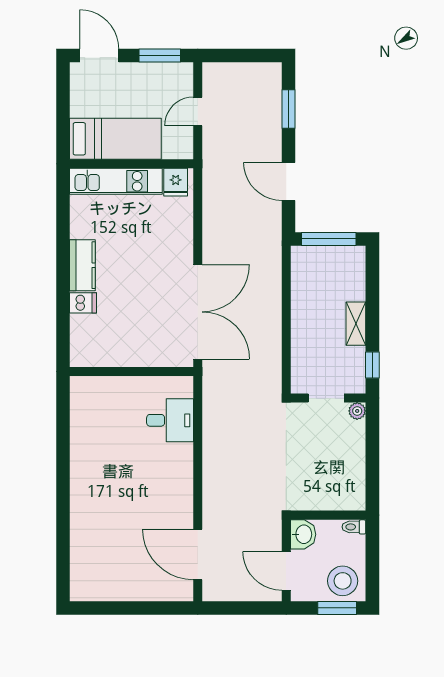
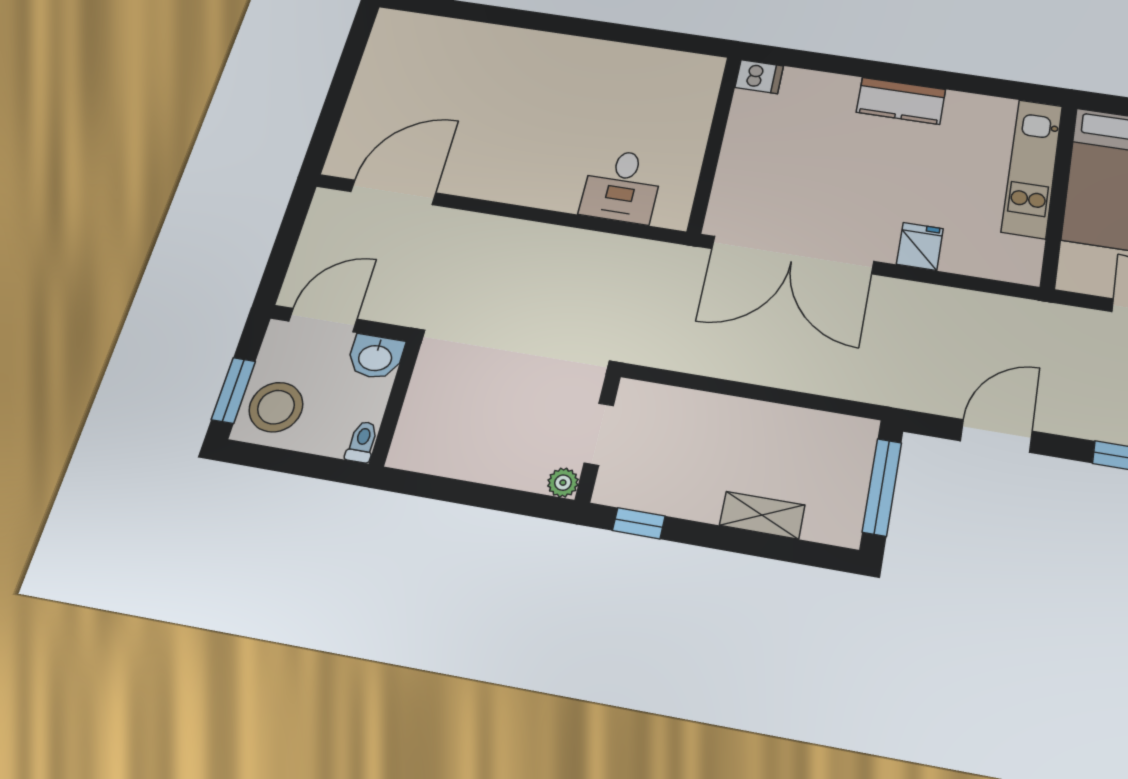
fridge: (176, 182) -> (920, 246), moved, turned 90
dishwasher: (83, 303) -> (759, 77), moved, turned -90
shelving: (356, 324) -> (762, 515), moved

